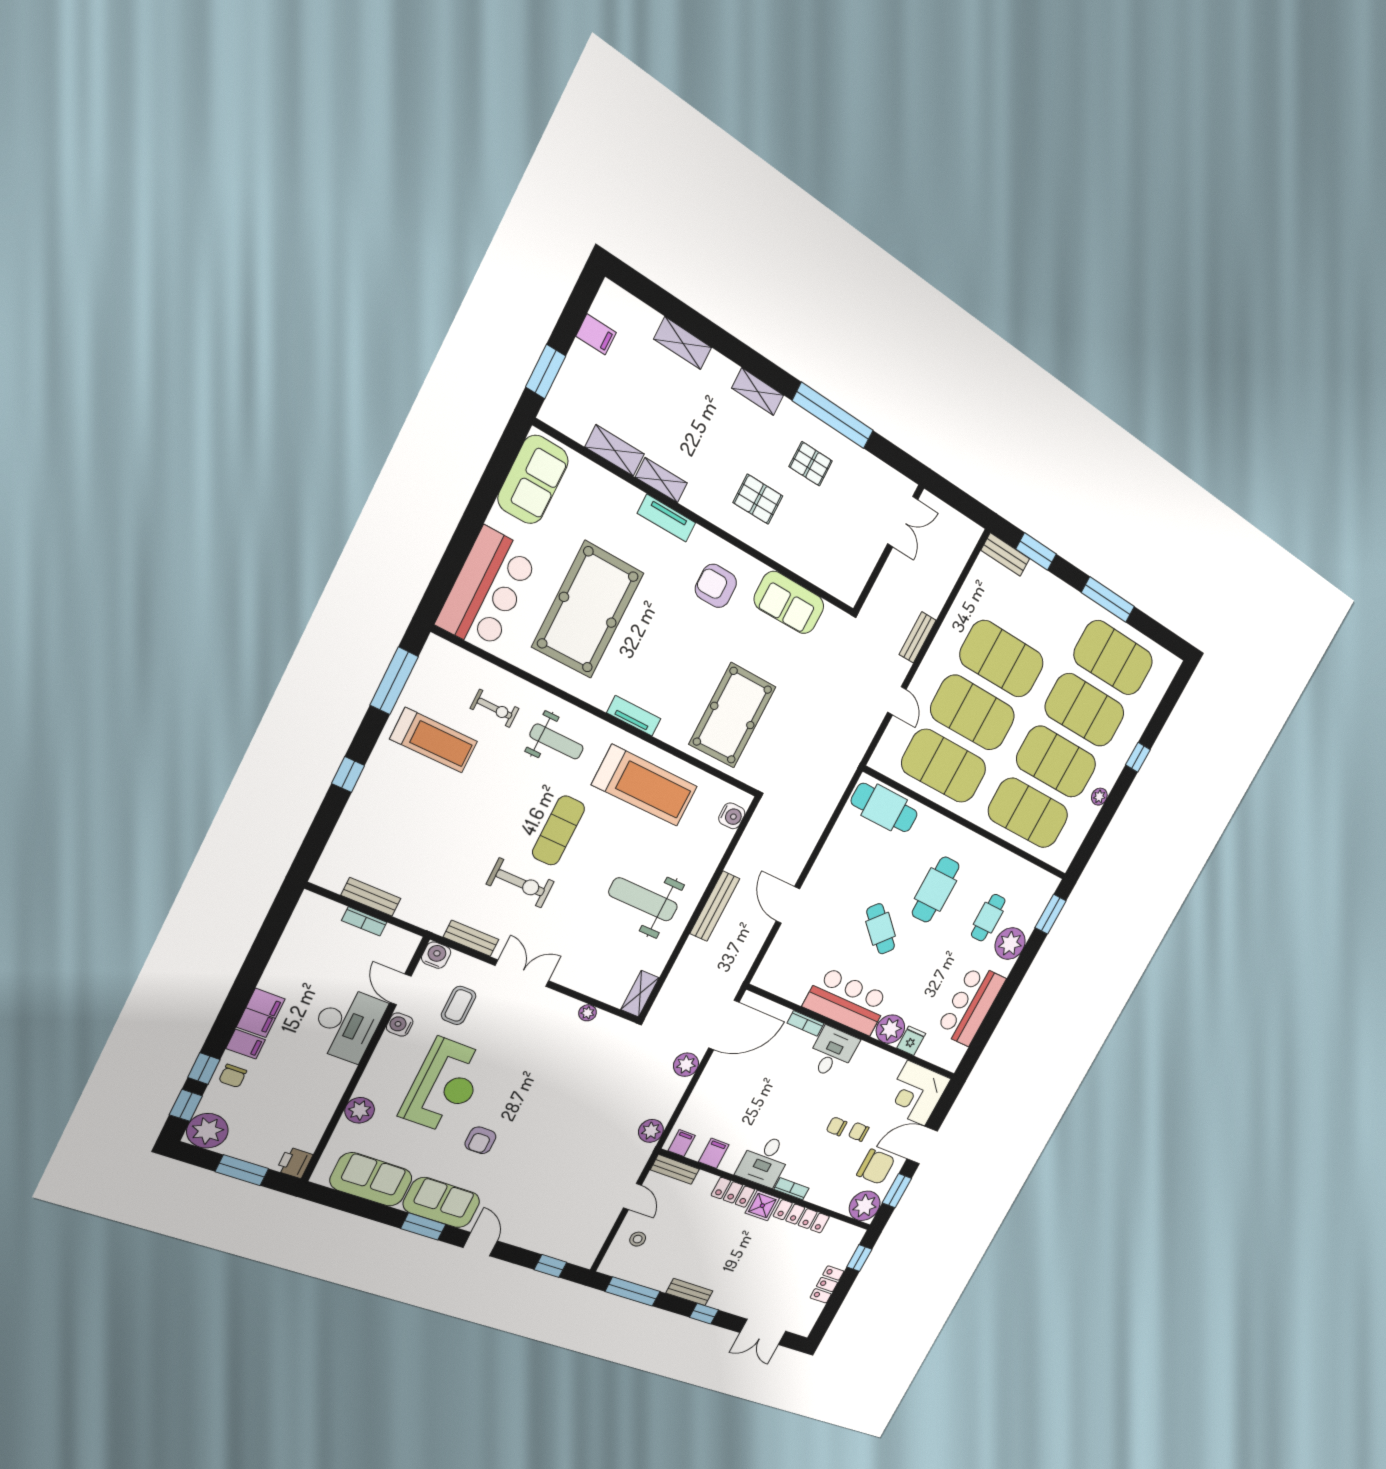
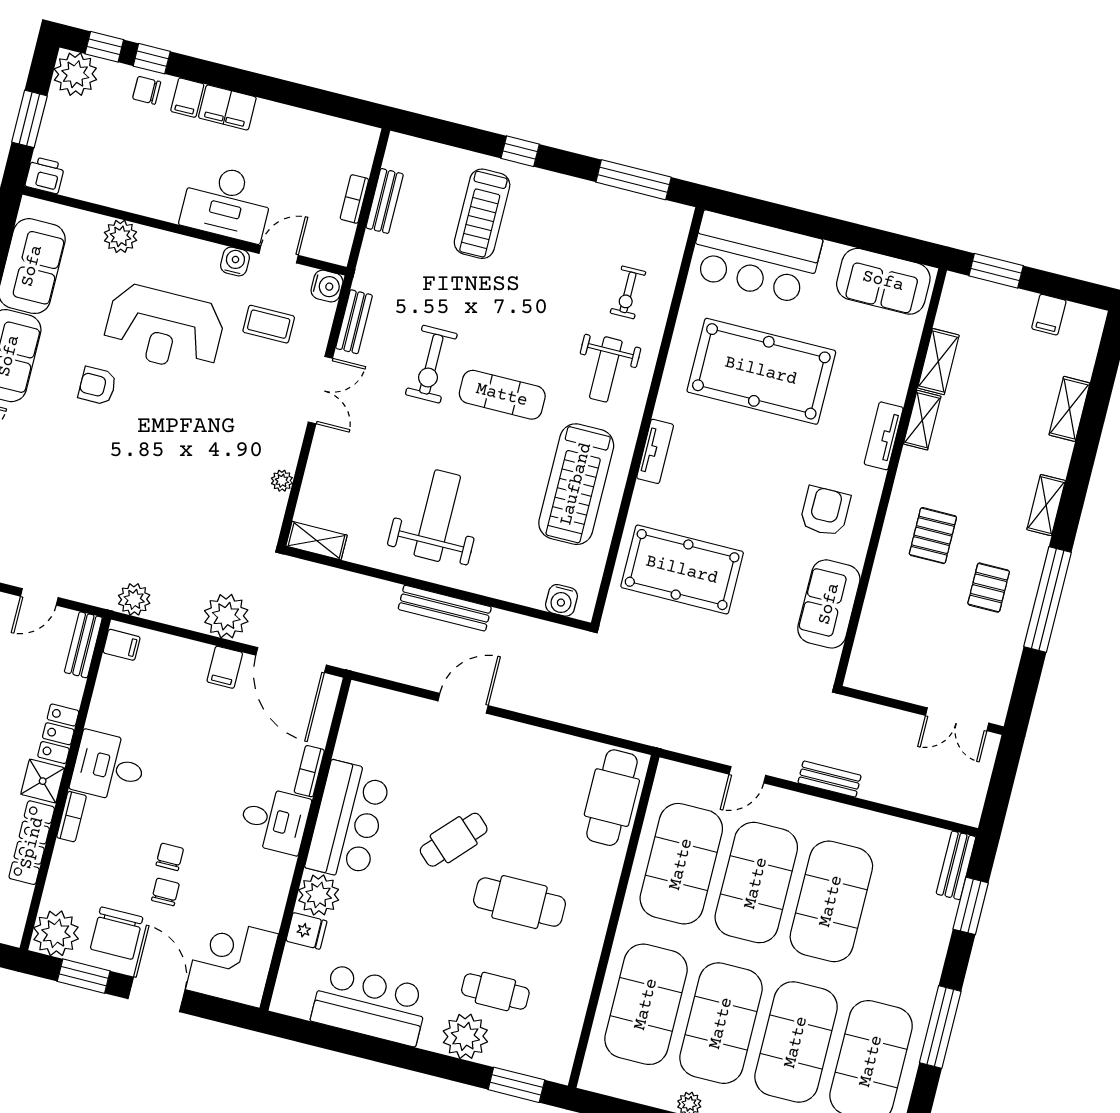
treadmill: (434, 740) -> (482, 214), moved
plant: (686, 1065) -> (226, 616), width x1.36, depth x1.36
filing cabinet: (714, 1153) -> (225, 667), moved, turned 90

